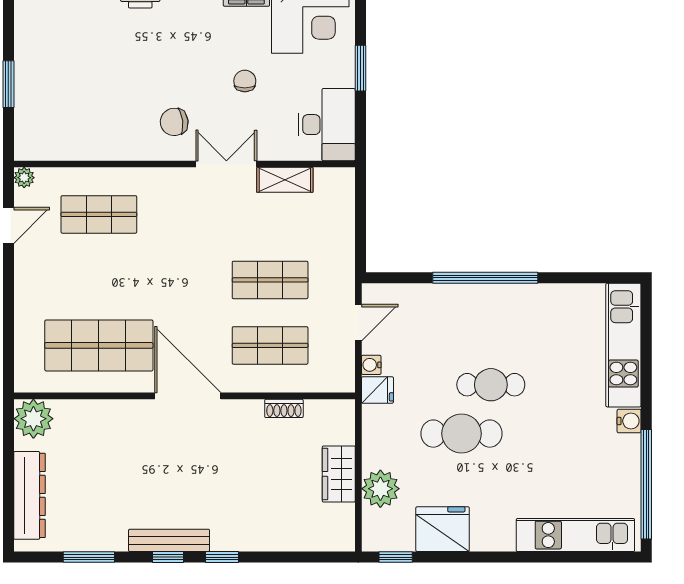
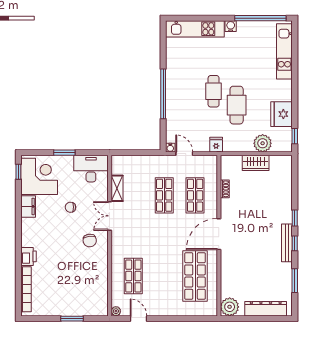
water cooler: (371, 365) -> (170, 148), moved

